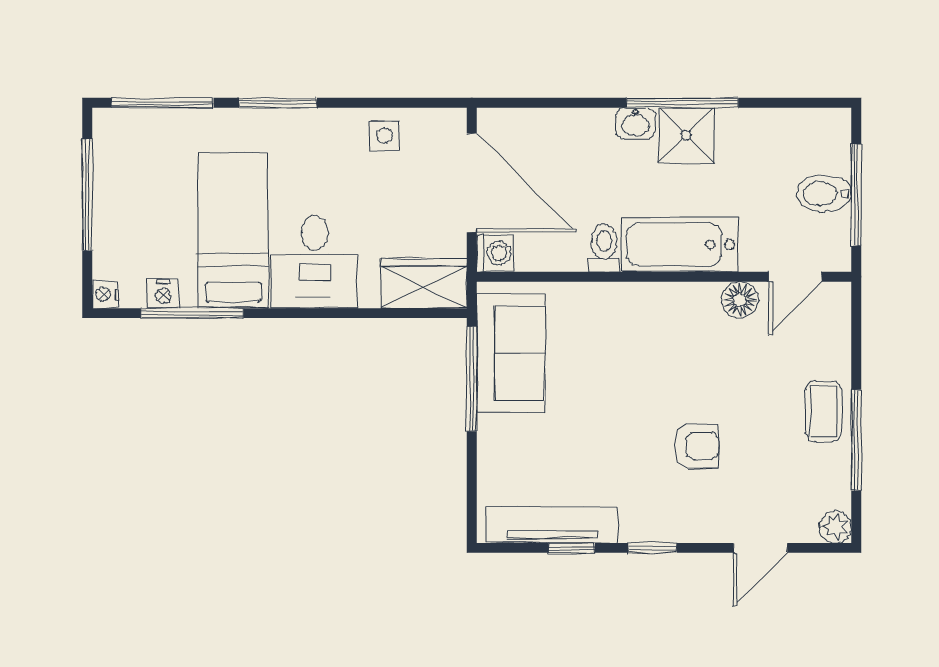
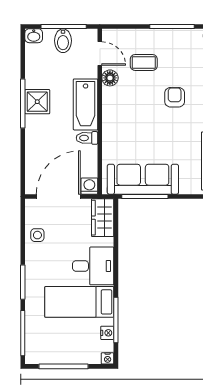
washbasin: (636, 123) -> (34, 36), moved, turned 90
sofa: (511, 353) -> (143, 179), width x1.36
coffee table: (823, 411) -> (144, 62), moved

